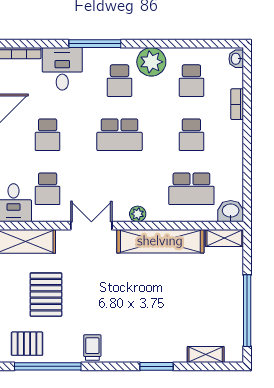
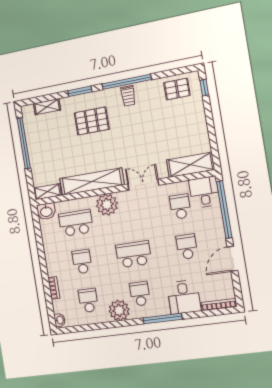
plant: (138, 214) -> (107, 205), width x1.88, depth x1.88
double door: (91, 226) -> (143, 185), swing flipped
pallet: (46, 295) -> (92, 121), moved, turned 90
window: (48, 366) -> (127, 82), moved

